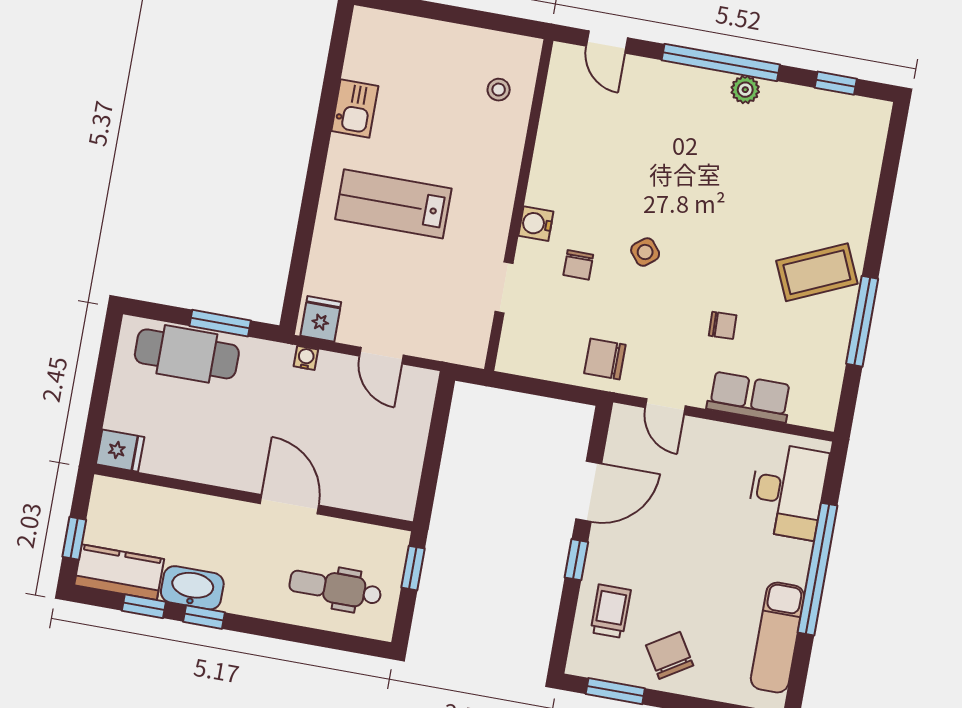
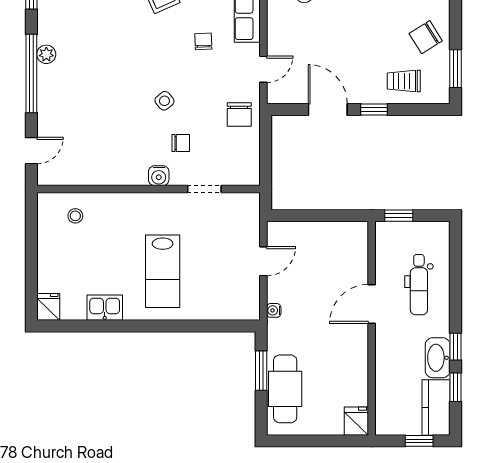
fridge: (321, 319) -> (48, 307), moved, turned 90
dental chair: (335, 588) -> (419, 285), moved

